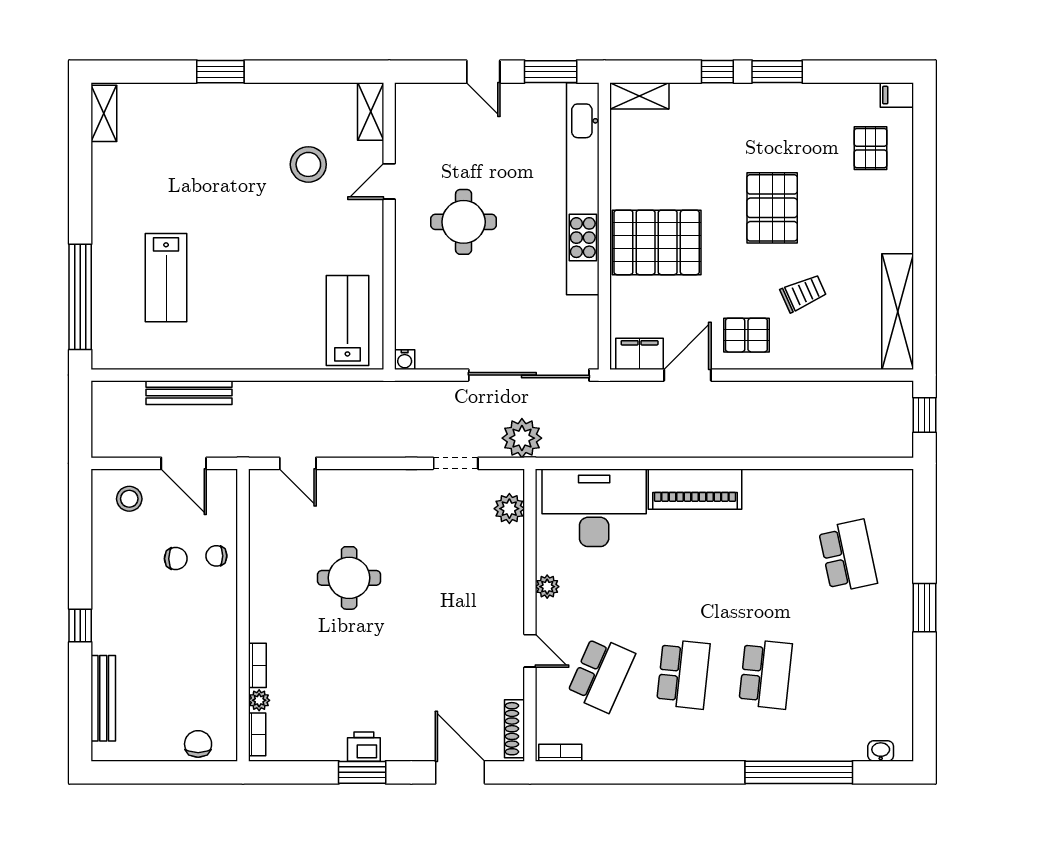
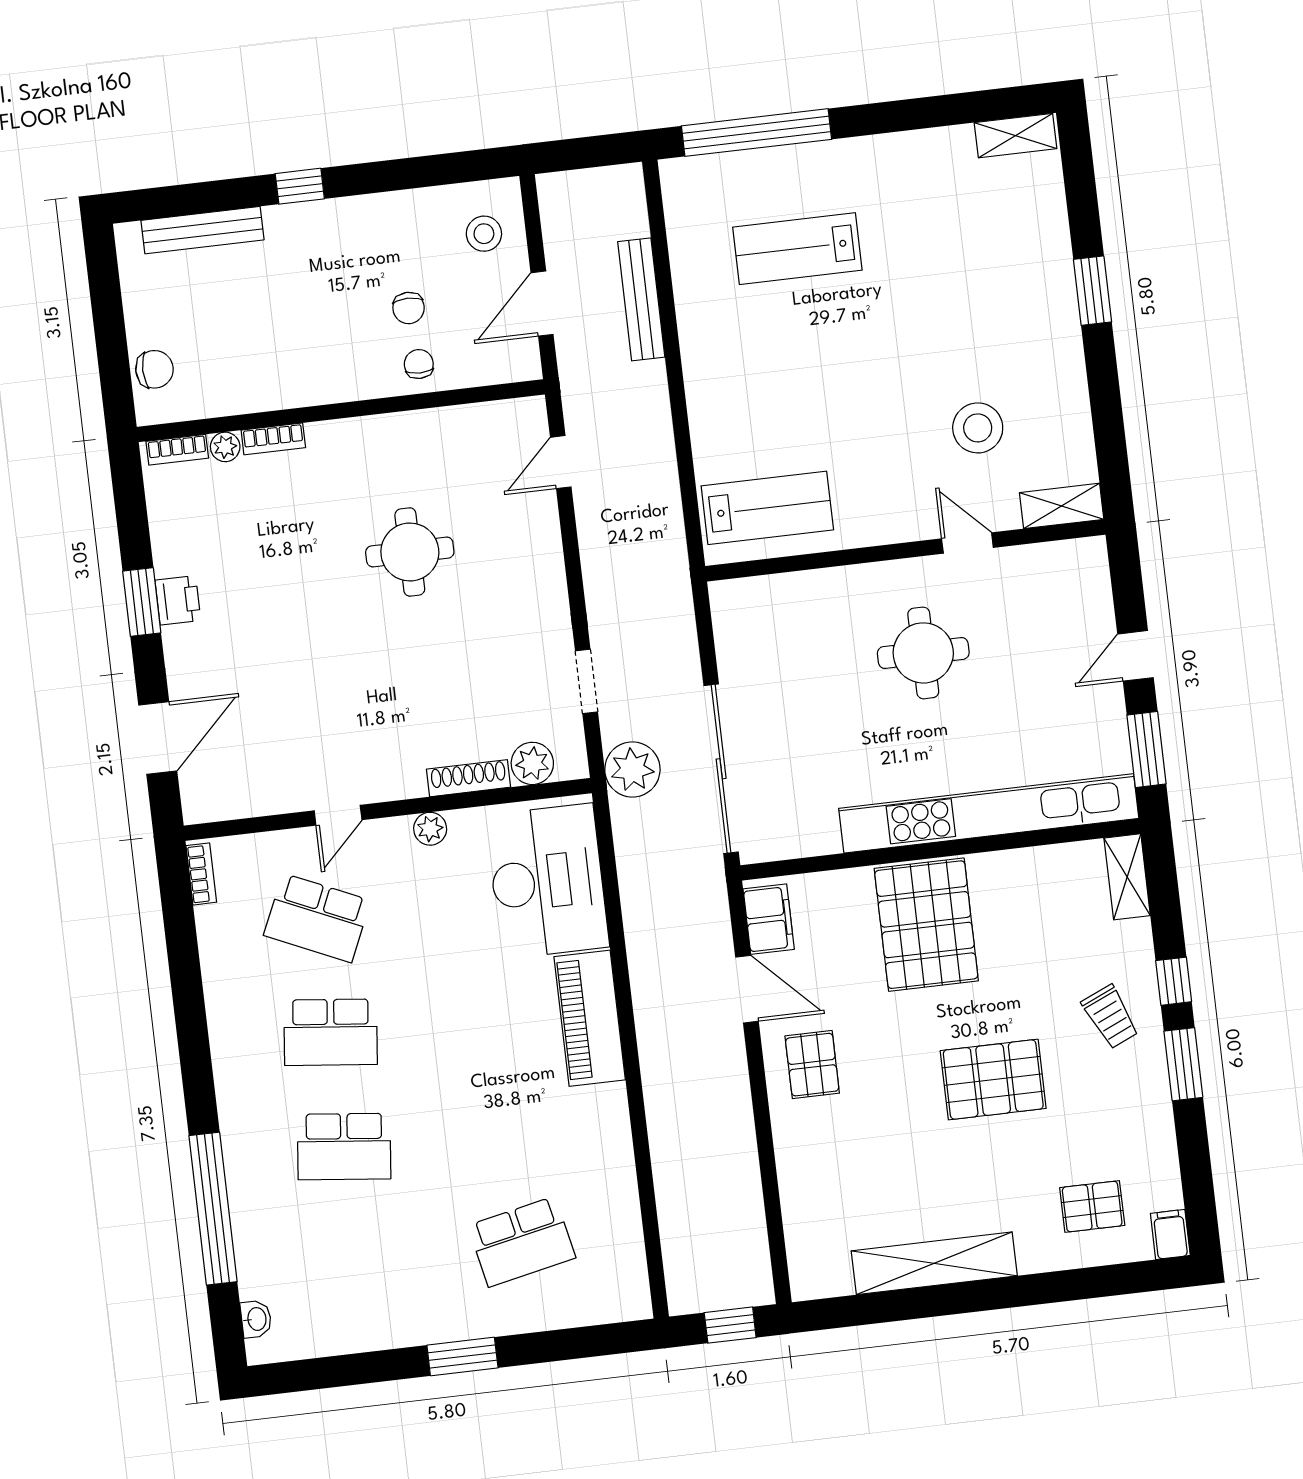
trolley: (803, 293) -> (1110, 1017), moved
shelving: (898, 312) -> (934, 1263), moved
water cooler: (405, 360) -> (722, 594), removed
shoe rack: (514, 729) -> (469, 778), moved

